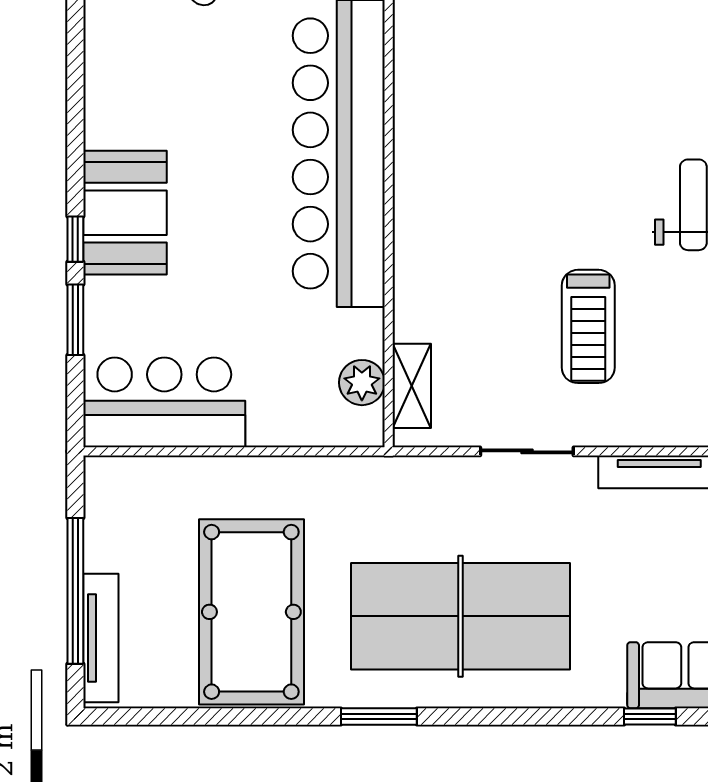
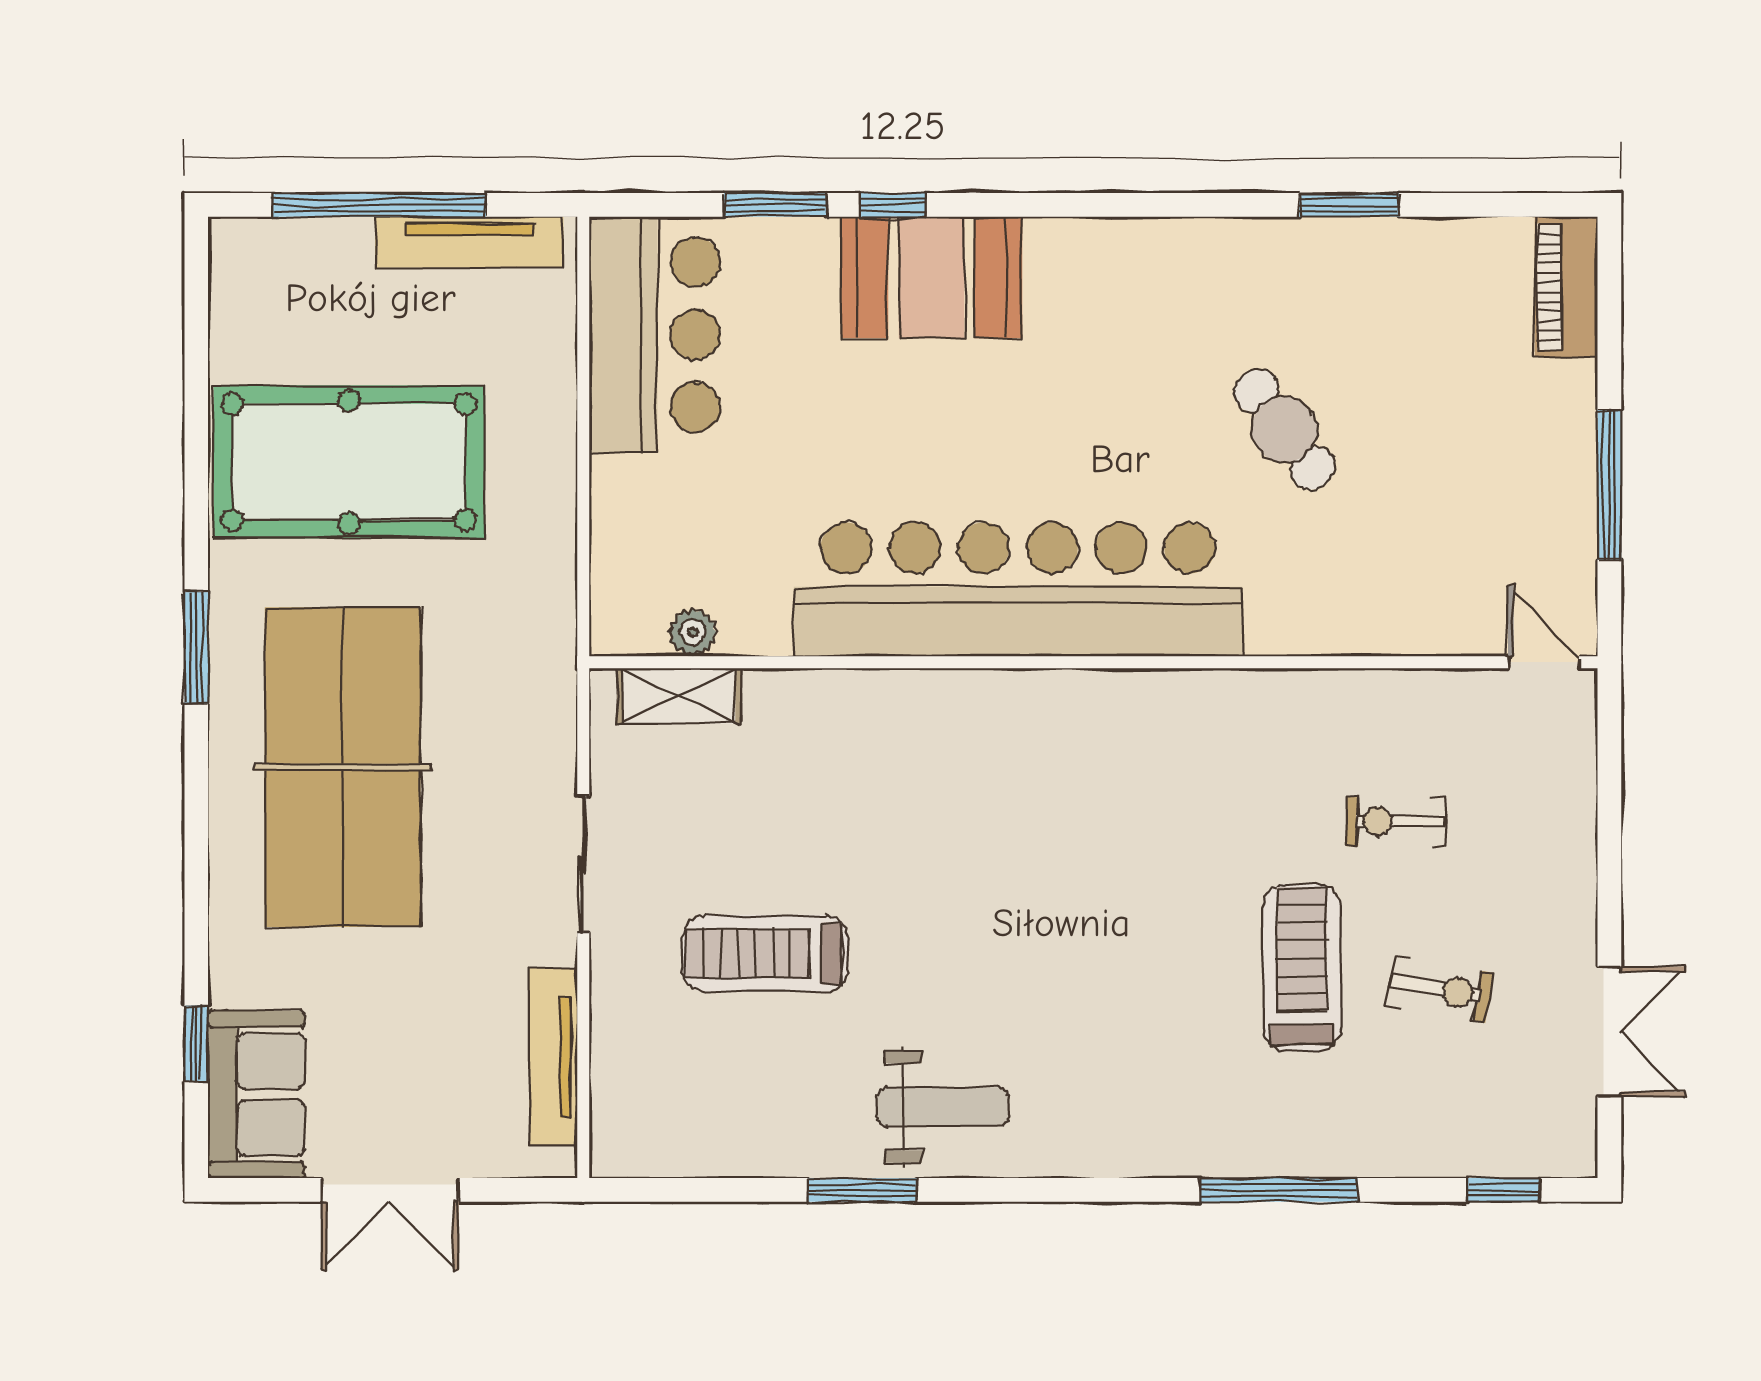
plant: (362, 383) -> (693, 632), width x0.73, depth x0.73
tv unit: (101, 638) -> (469, 242), moved

